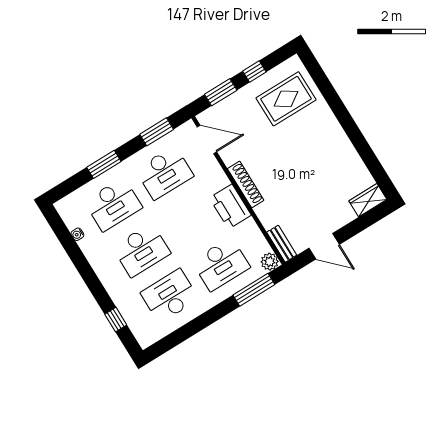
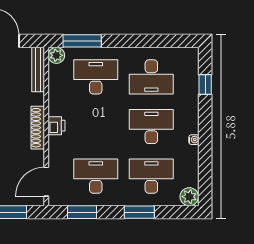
door: (207, 139) -> (46, 182), hinge flipped
printer: (230, 206) -> (56, 126), width x0.53, depth x0.68
plant: (67, 207) -> (189, 197), added
water cooler: (77, 234) -> (194, 140), moved
bench: (282, 244) -> (38, 70), width x1.36

